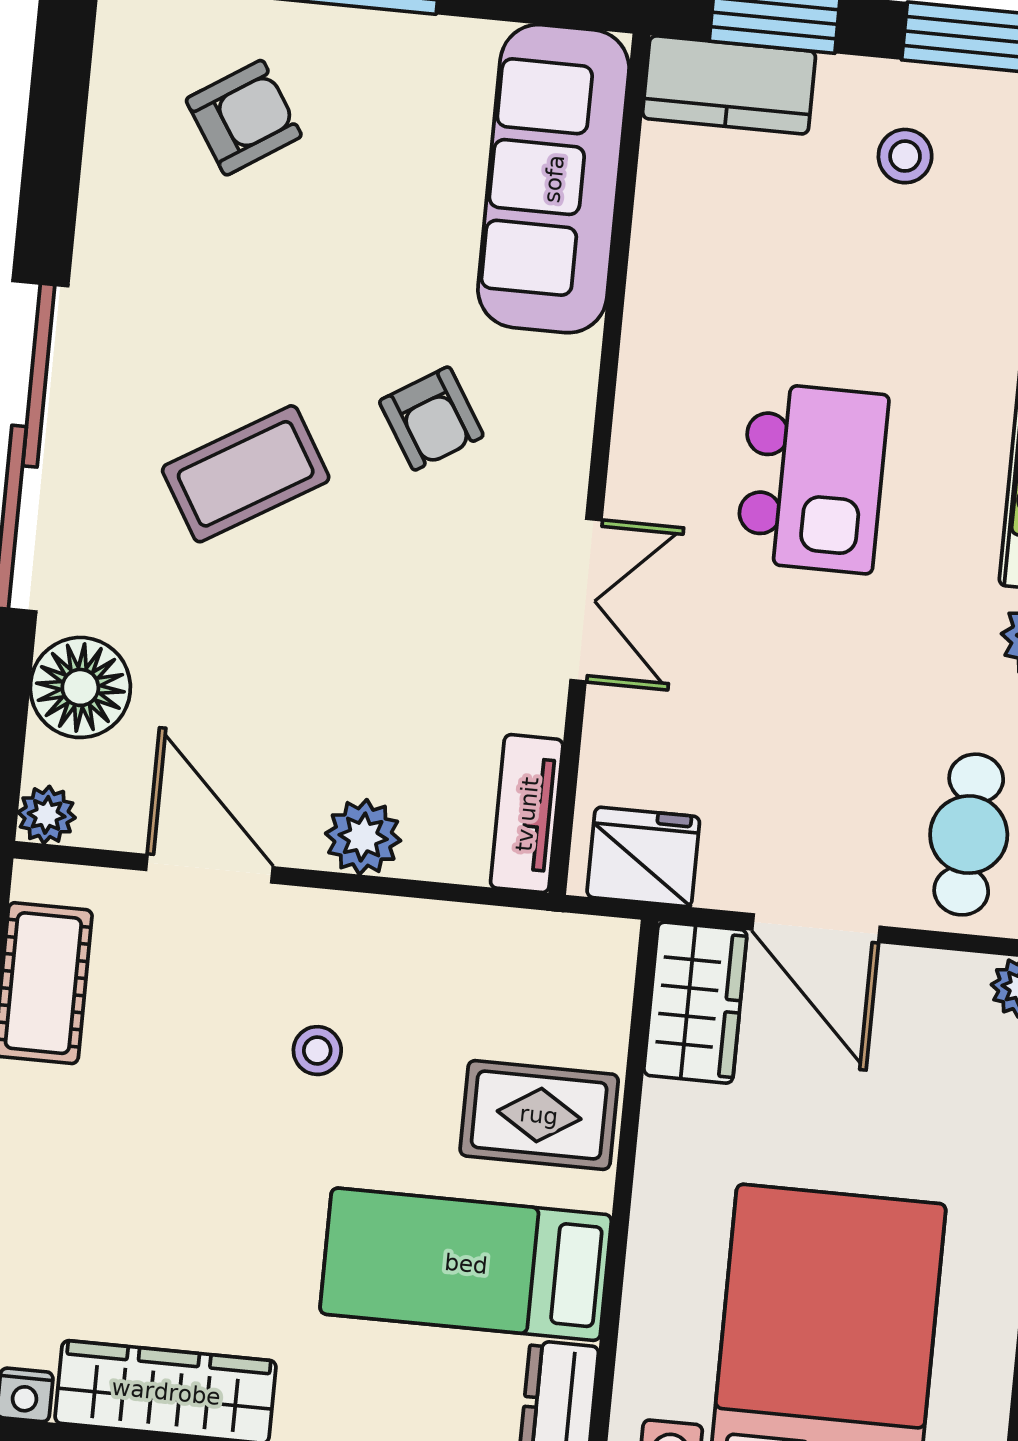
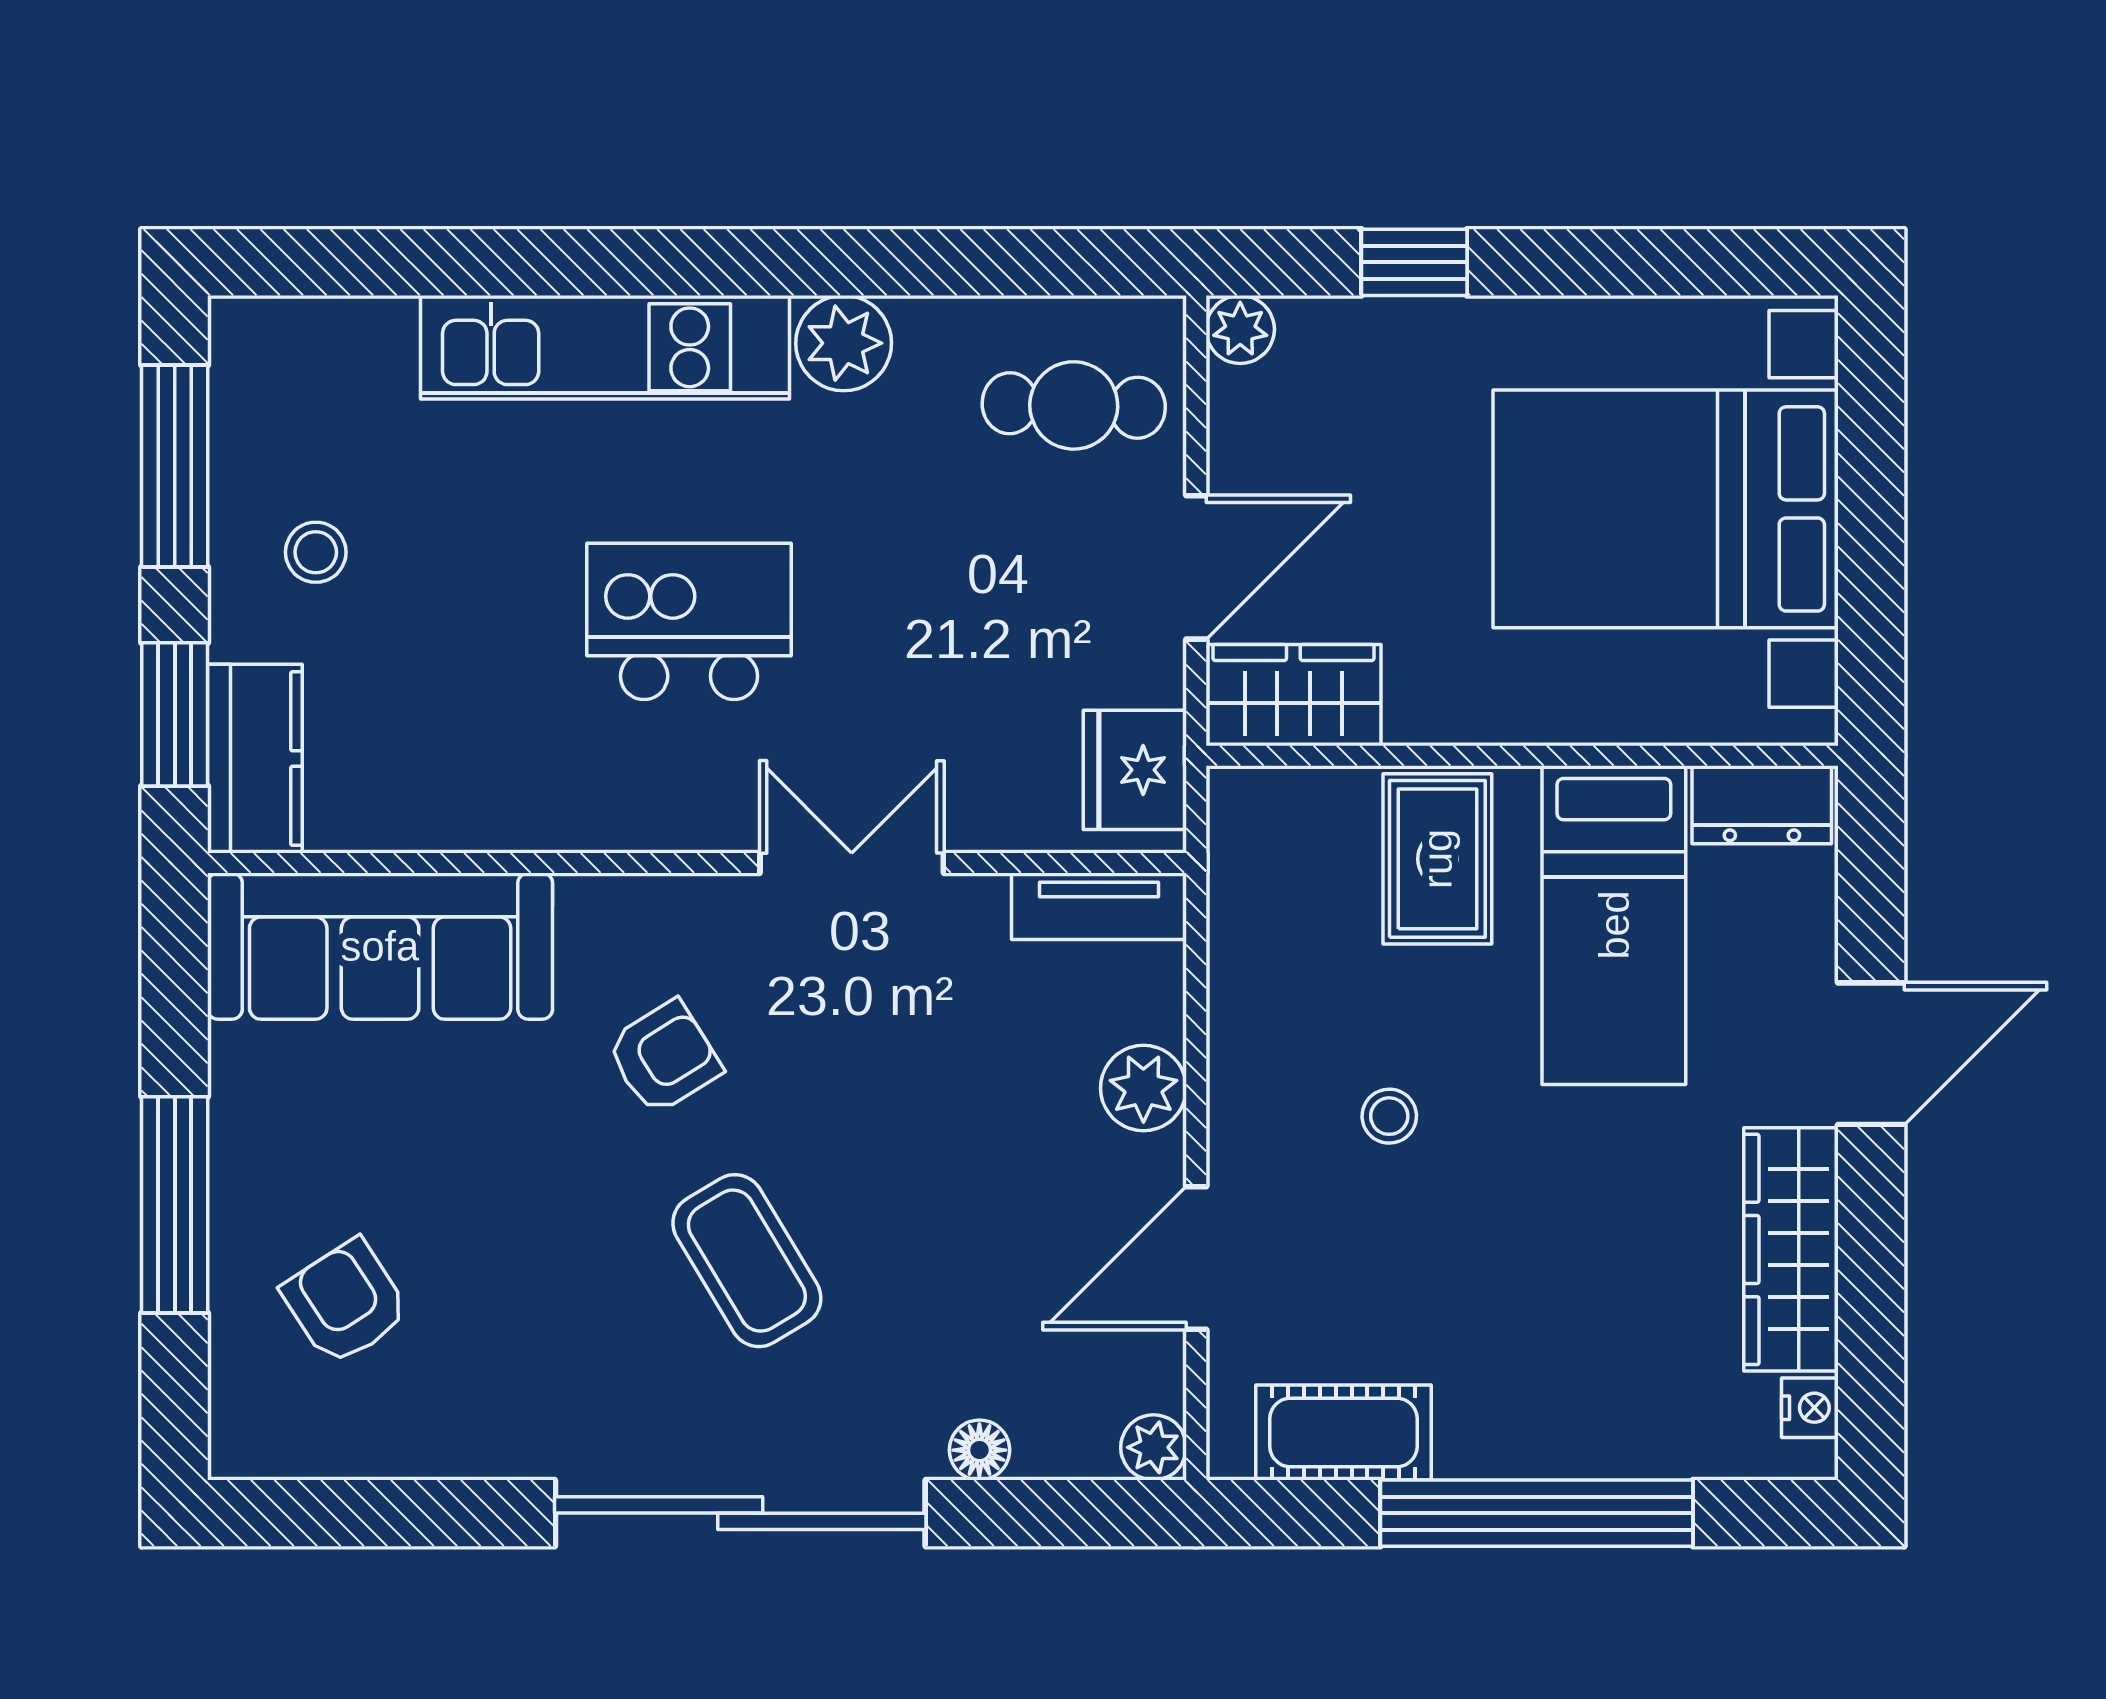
floor lamp: (80, 687) -> (979, 1450), width x0.53, depth x0.53

